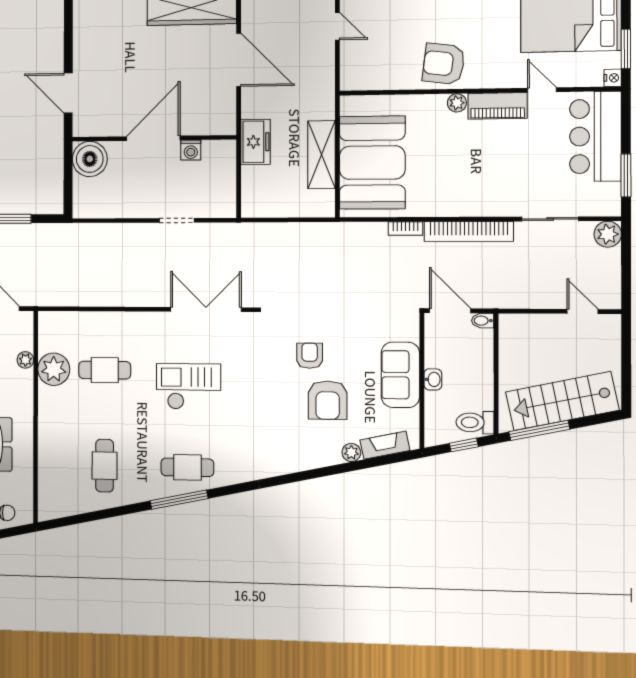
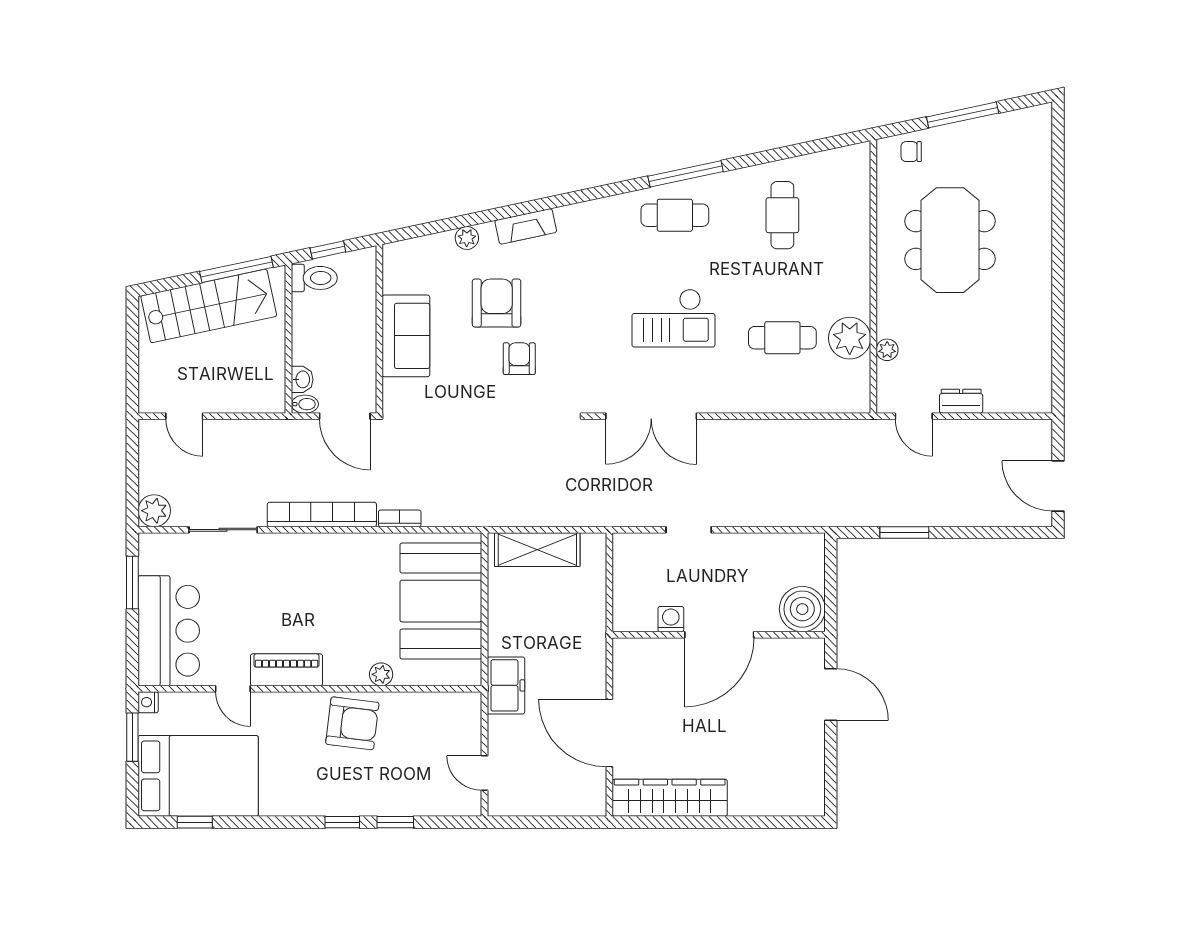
plant: (457, 103) -> (381, 674), moved
freezer: (255, 142) -> (506, 685), moved, turned 180
shelving: (321, 155) -> (537, 550), moved, turned 90
armchair: (310, 356) -> (519, 359), turned 180
washbasin: (433, 379) -> (302, 379), moved, turned 180
fireplace: (385, 445) -> (526, 226), moved

